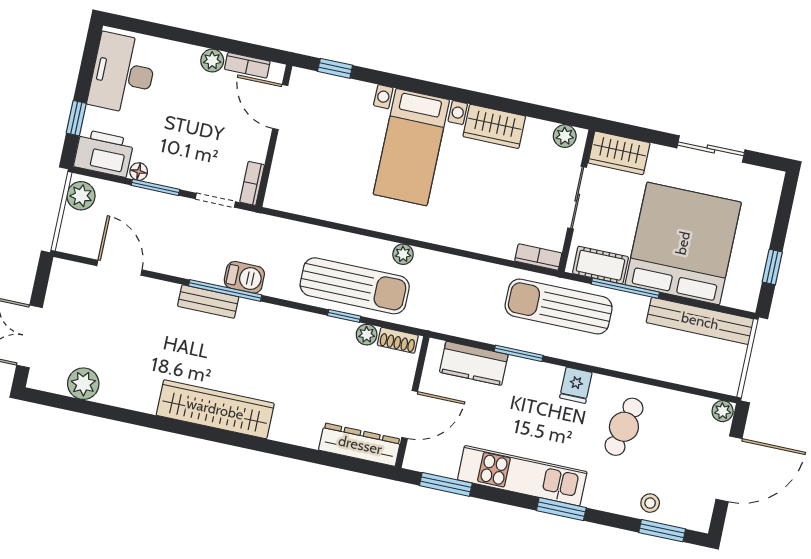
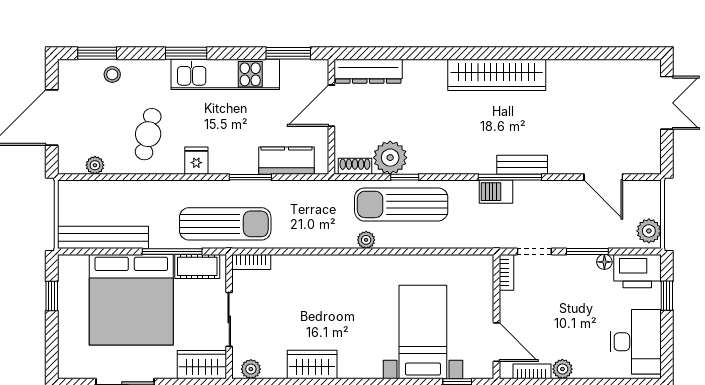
bed with nightstands: (411, 147) -> (423, 332), moved
plant: (367, 335) -> (390, 158), width x1.88, depth x1.88
plant: (83, 384) -> (613, 73), removed
plant: (723, 411) -> (95, 165), moved

